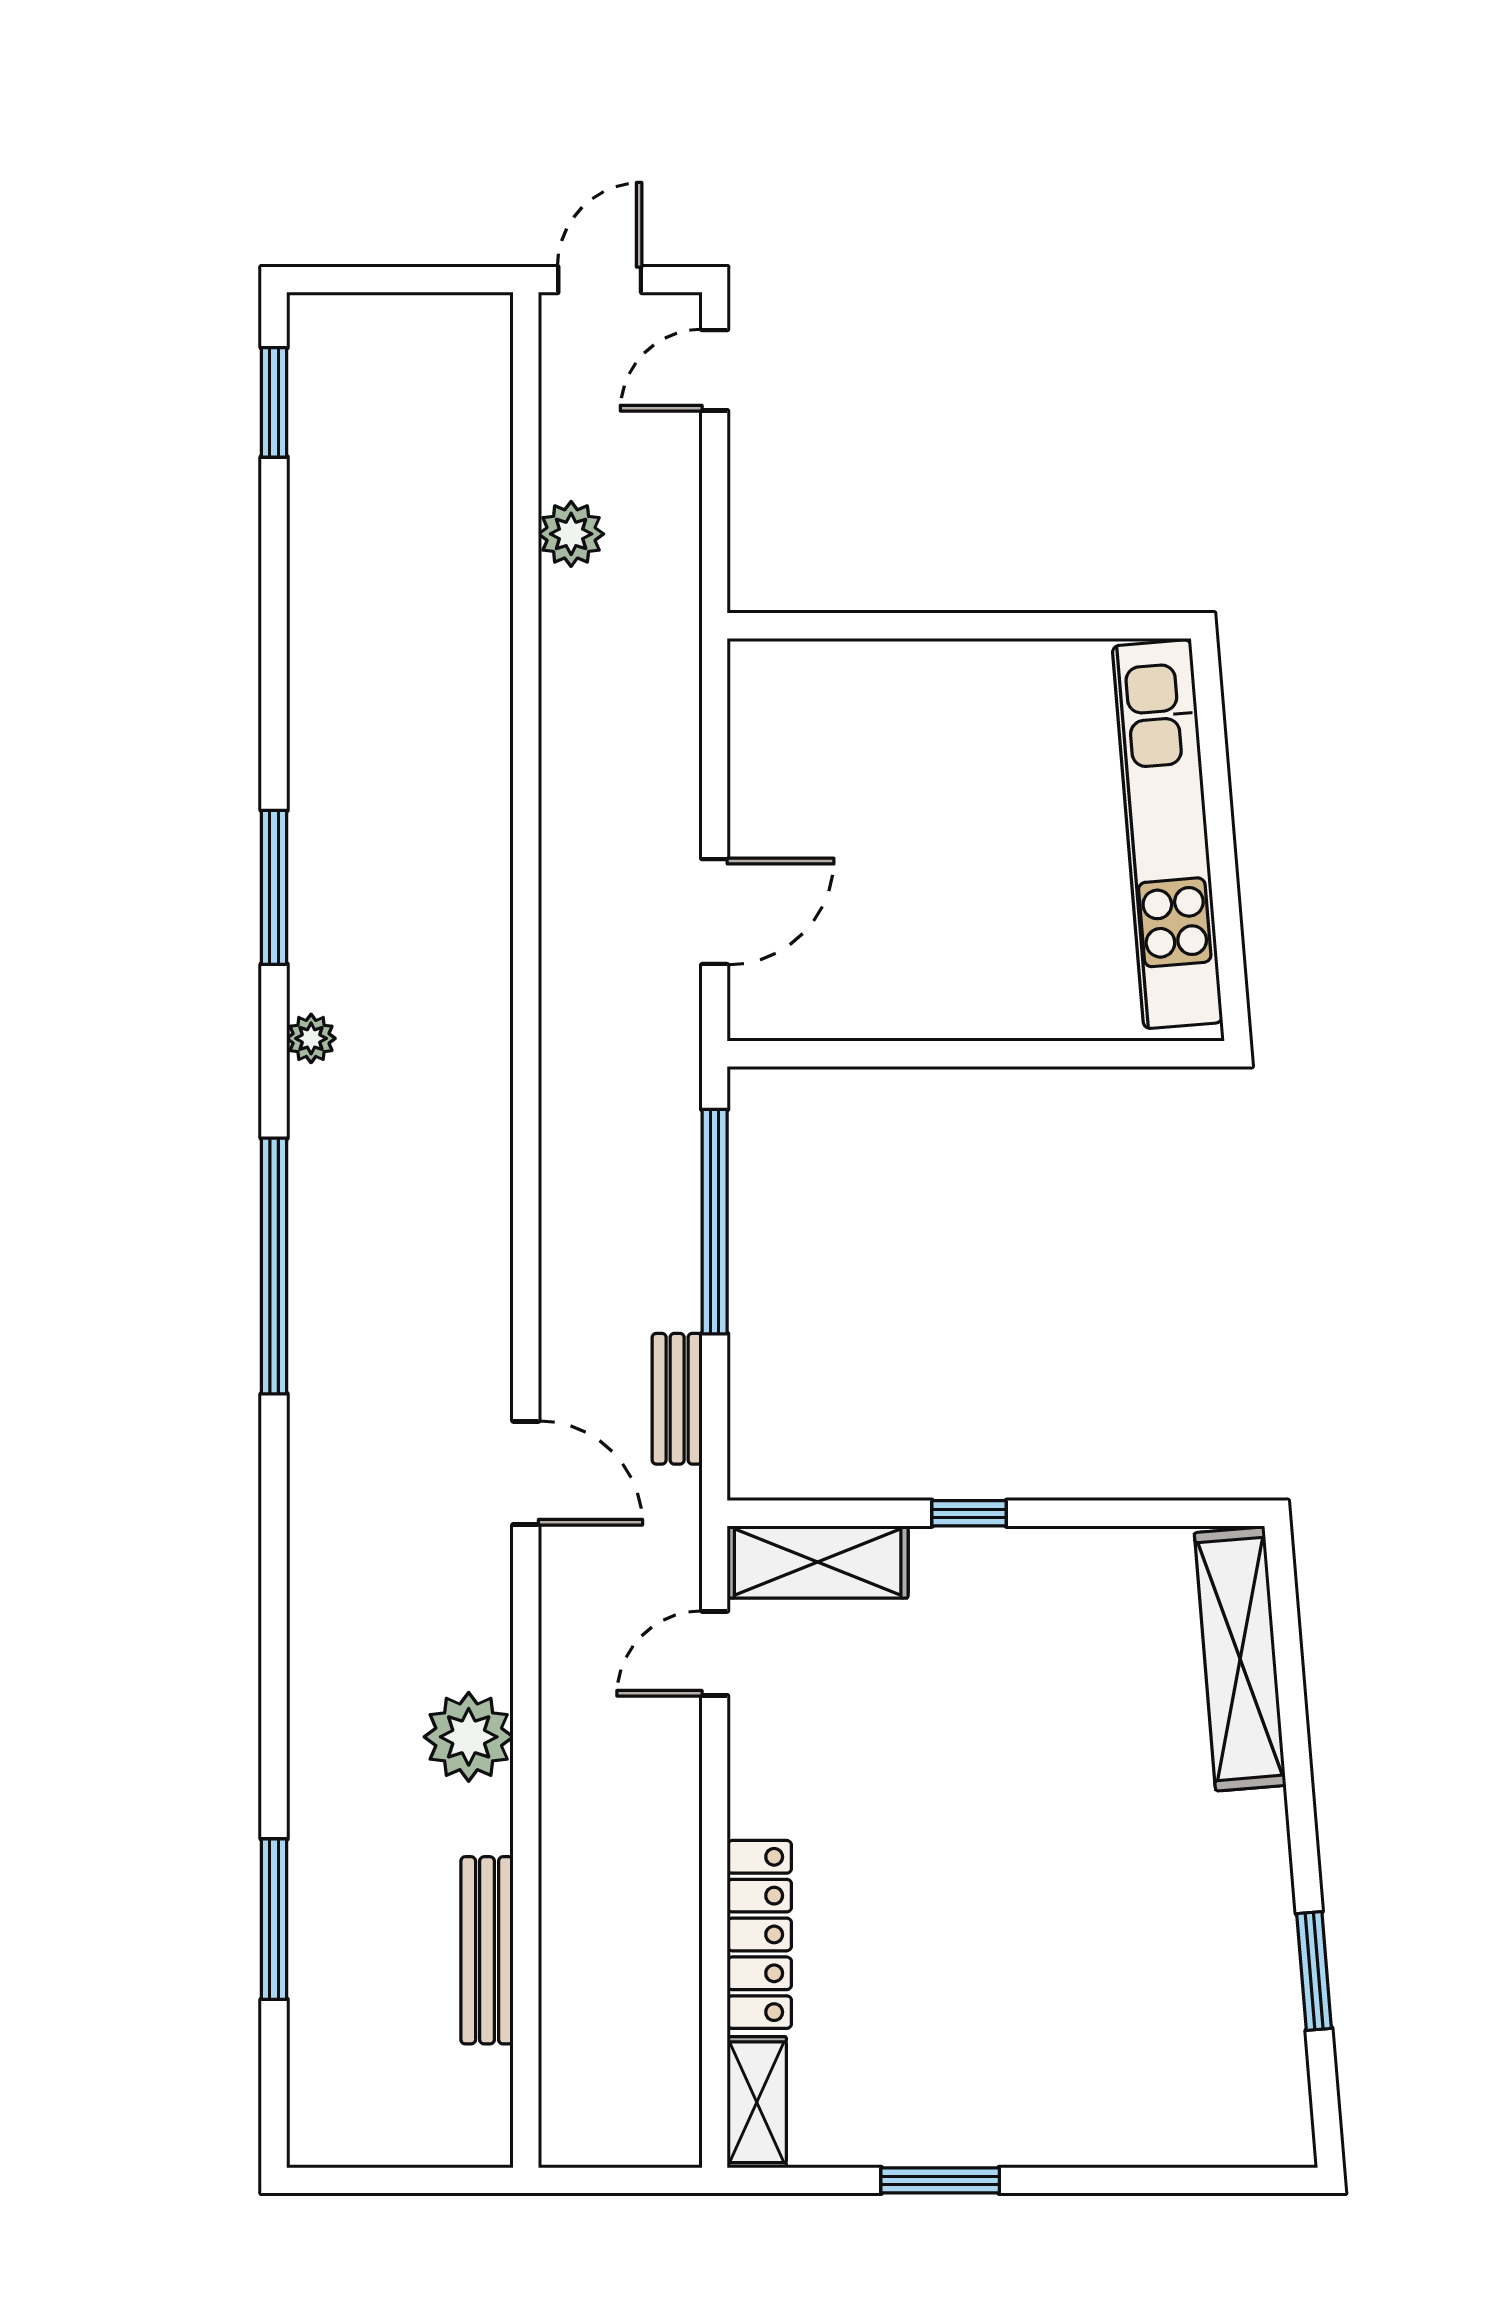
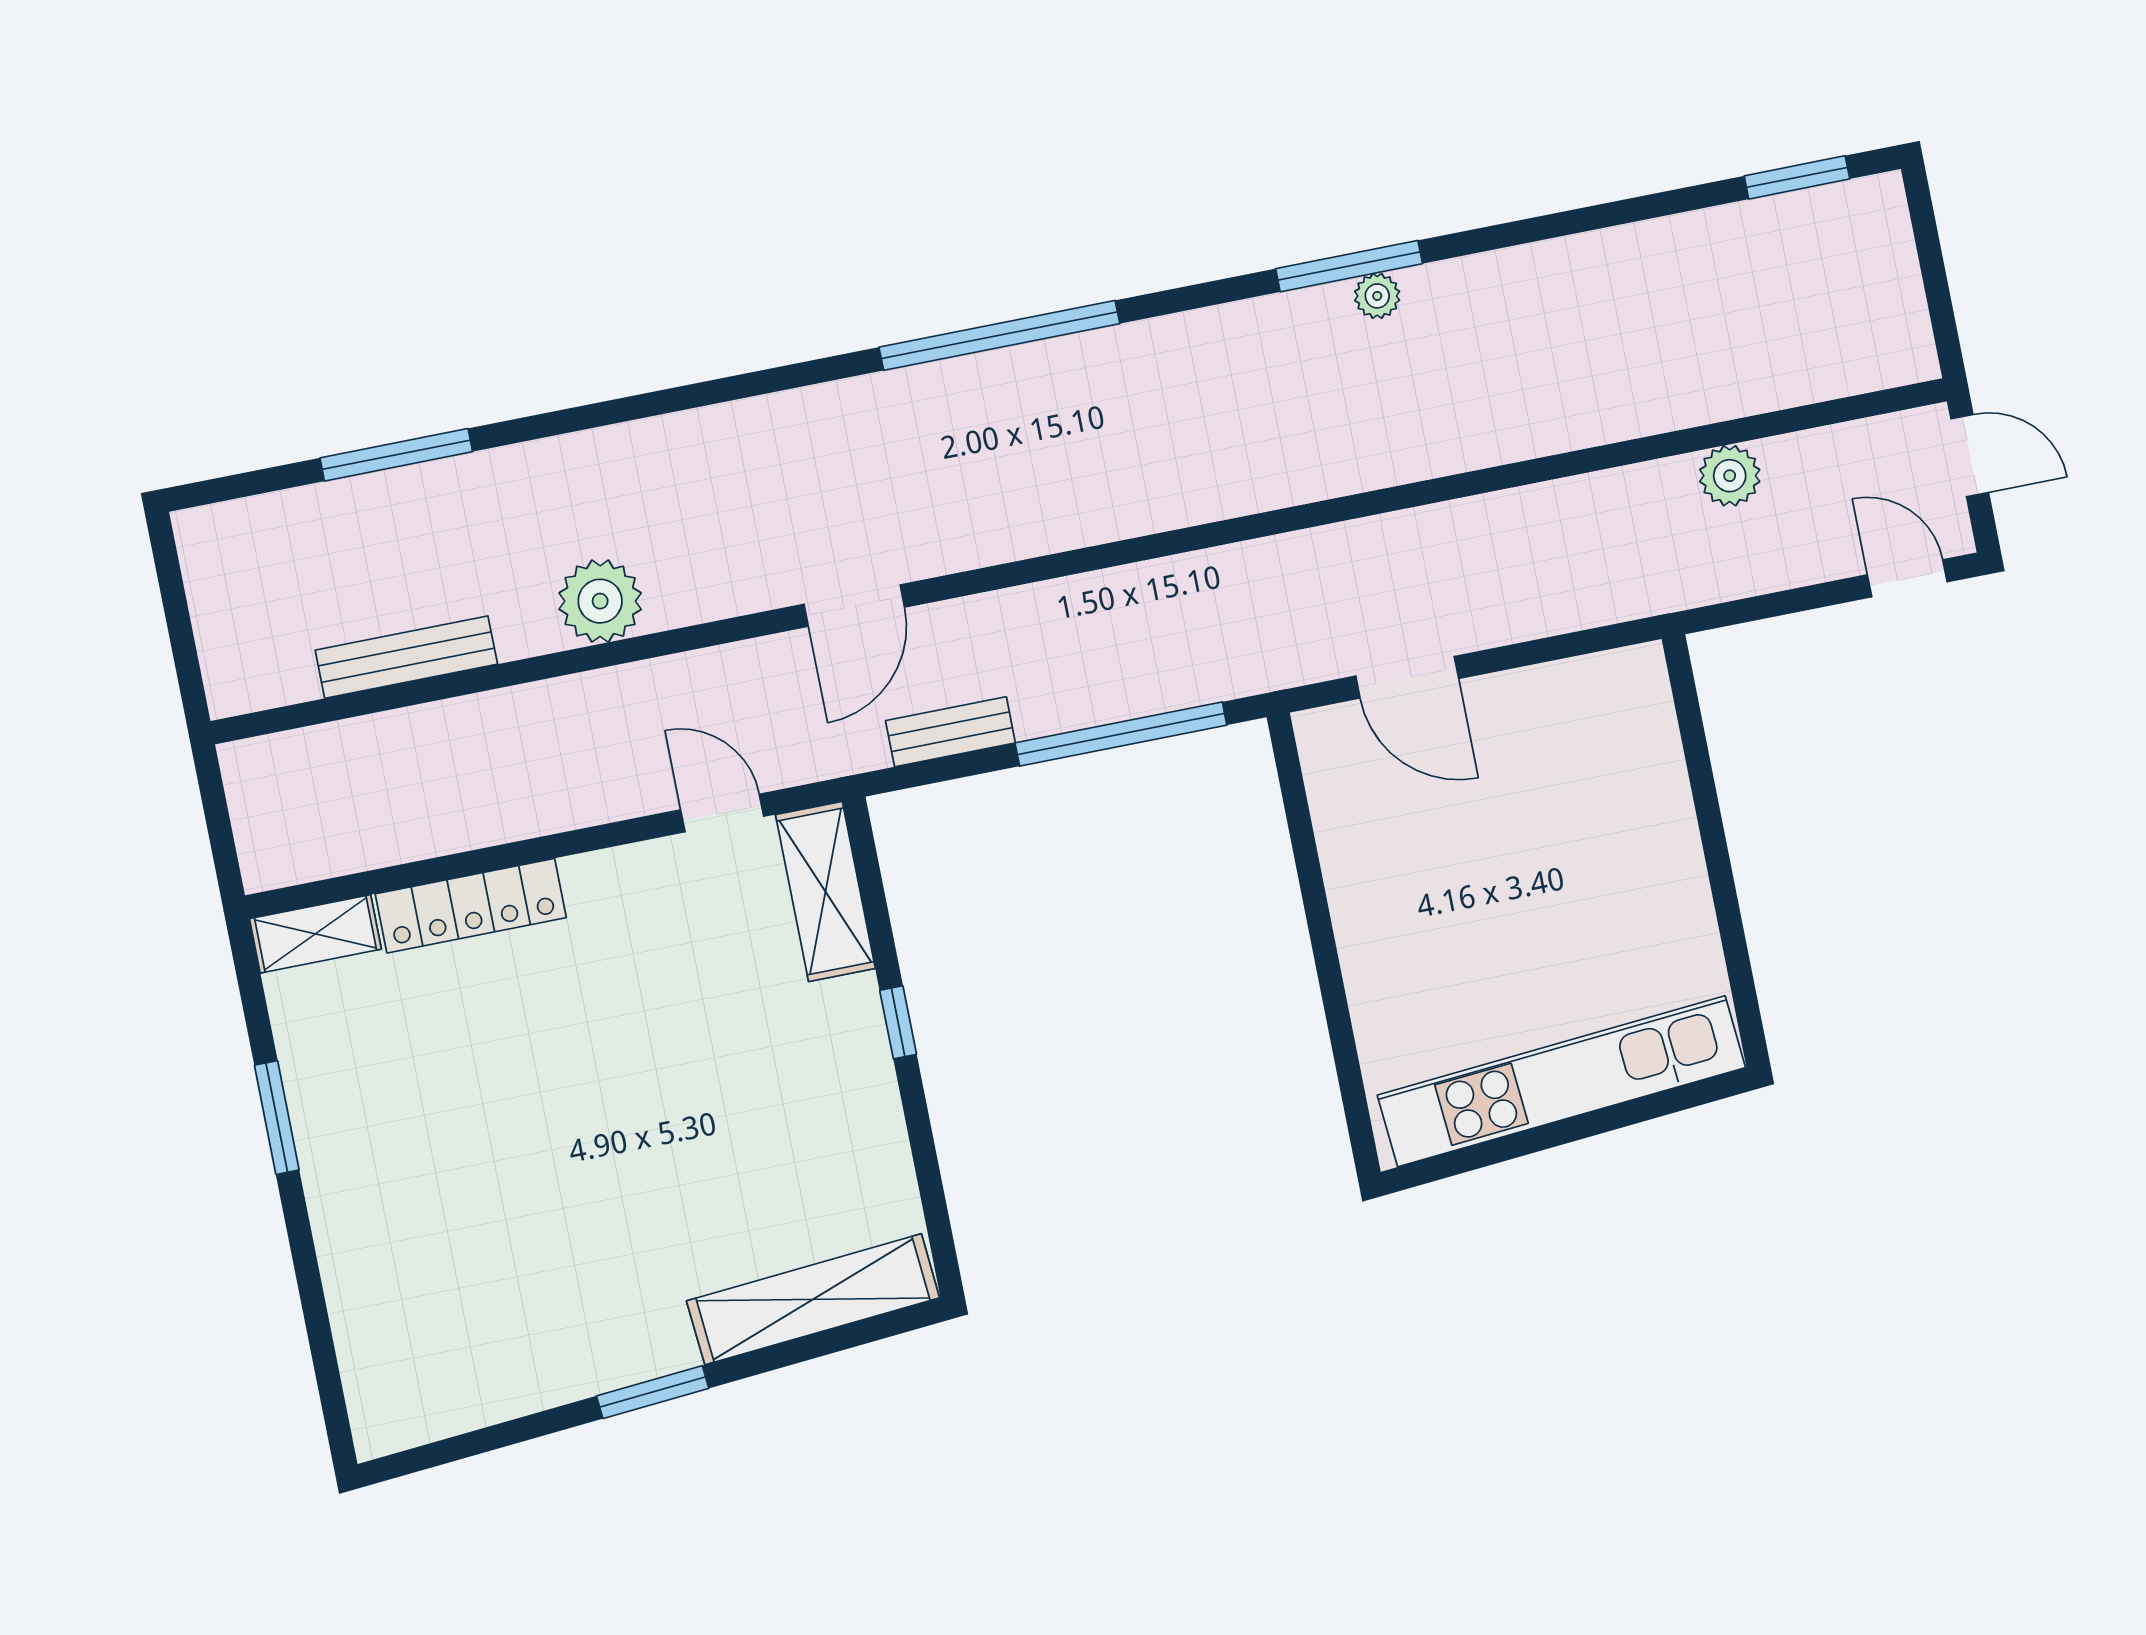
plant: (311, 1038) -> (1377, 296), moved
window: (1314, 1971) -> (653, 1392), moved

